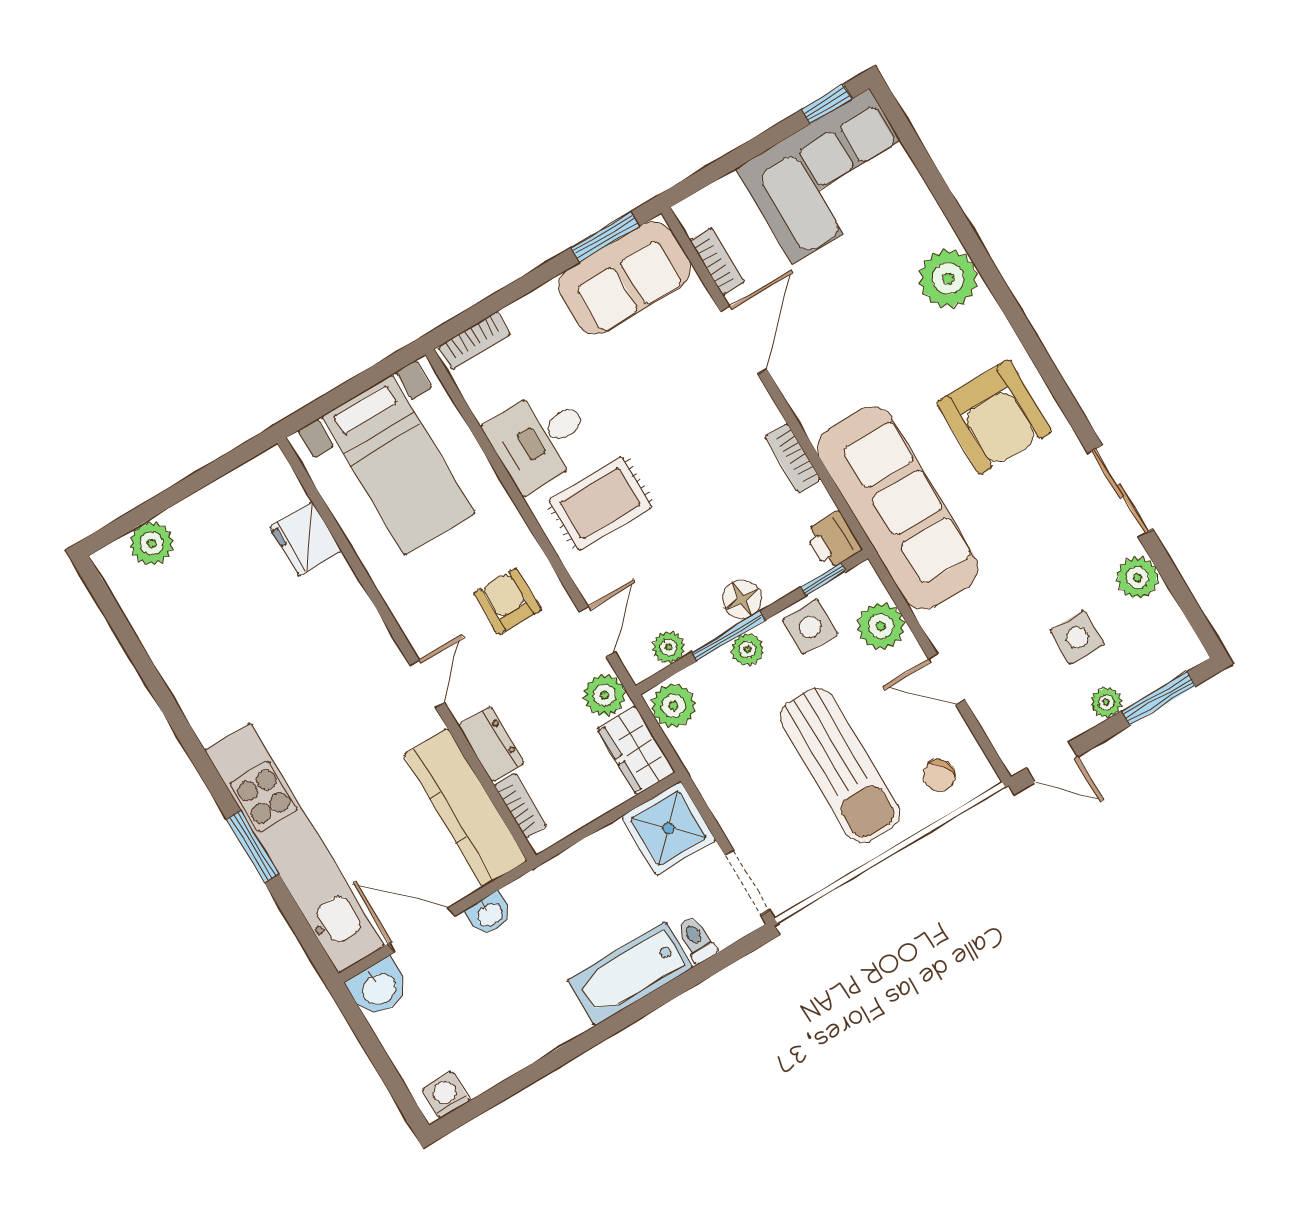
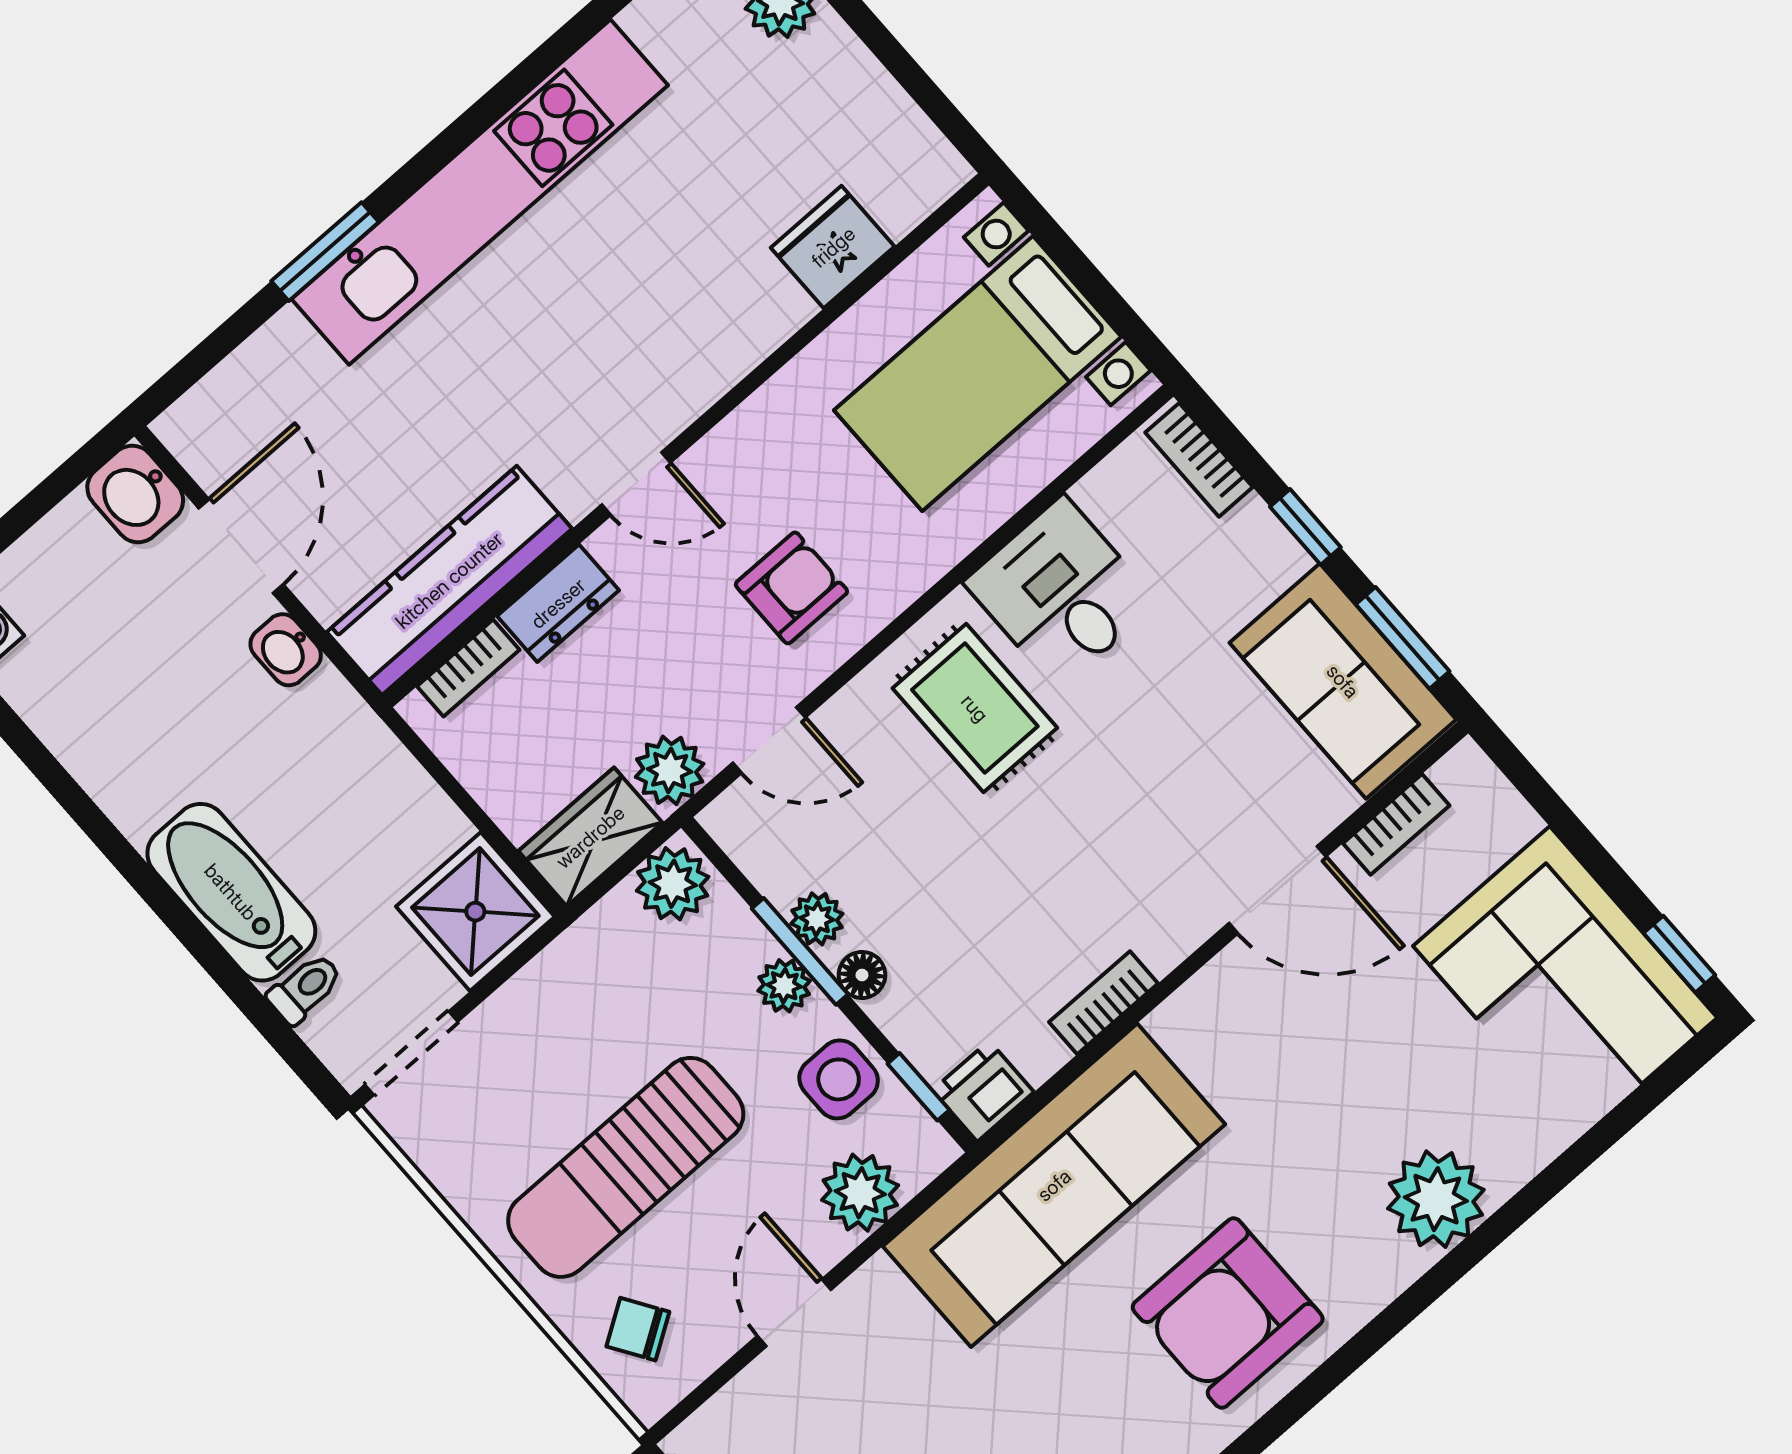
window: (527, 284) -> (1305, 527), added
floor lamp: (742, 599) -> (862, 975), width x0.73, depth x0.73
plant: (669, 647) -> (817, 919), moved
kitchen unit: (295, 848) -> (480, 192), moved

